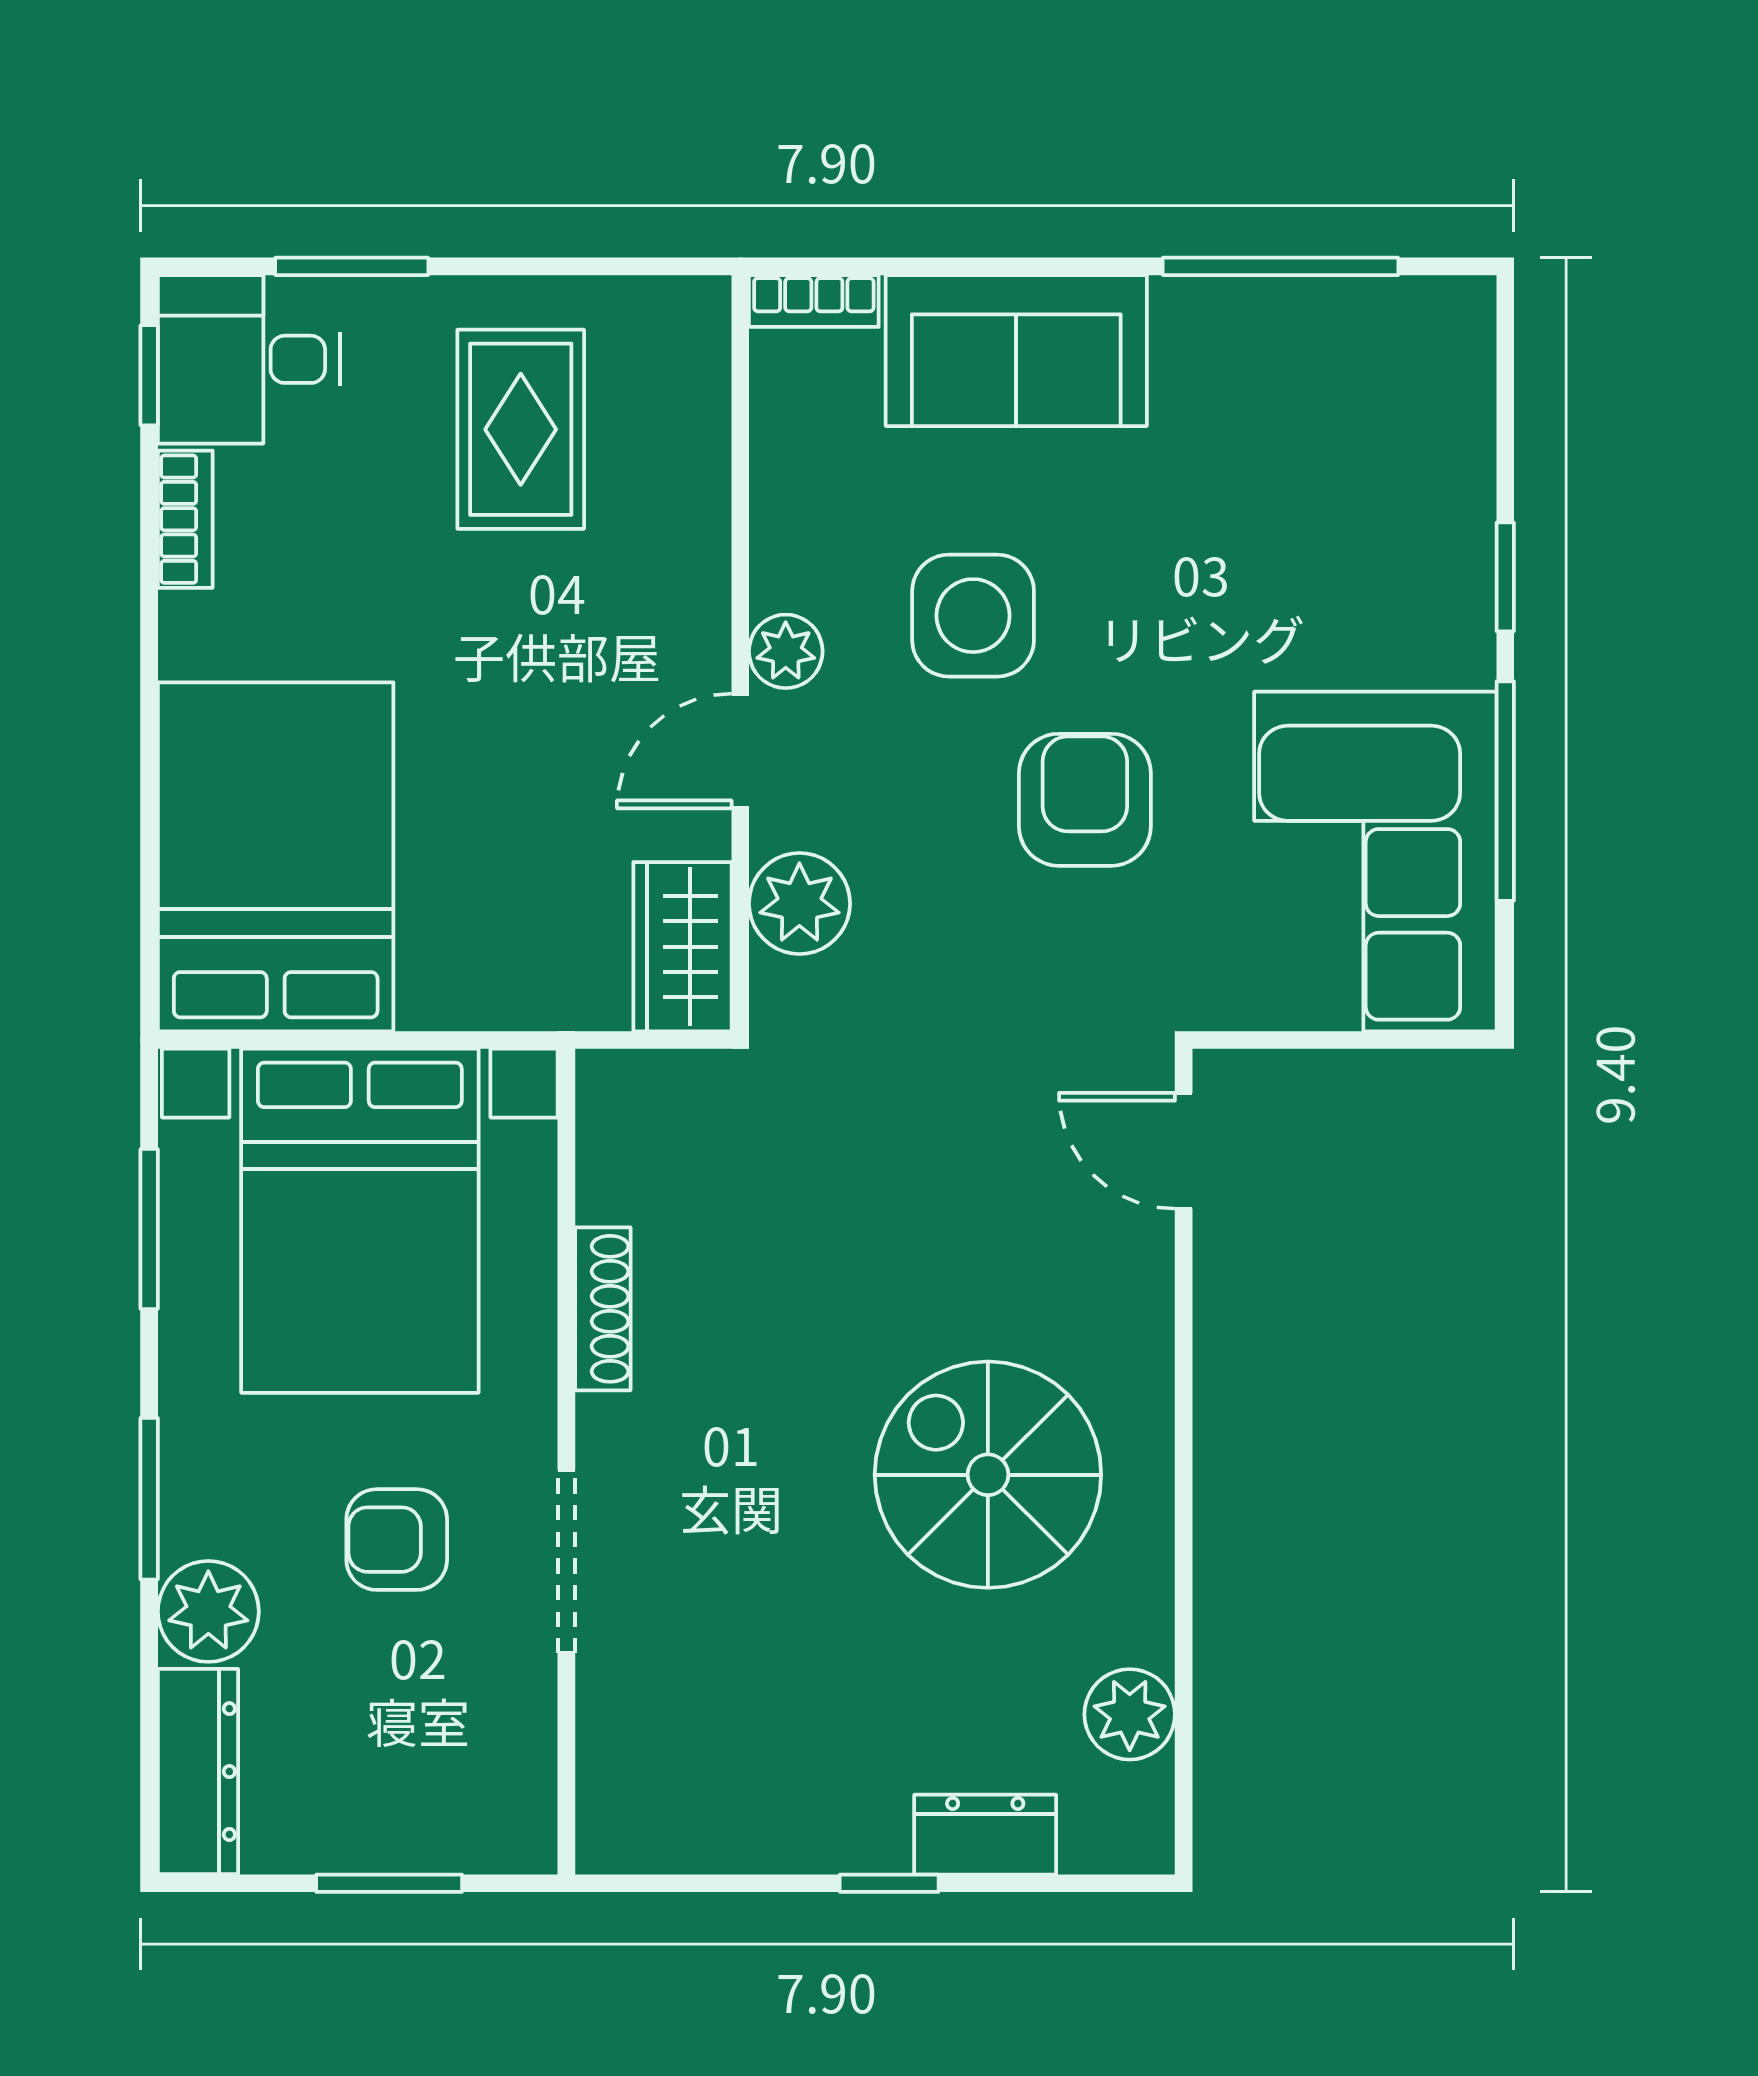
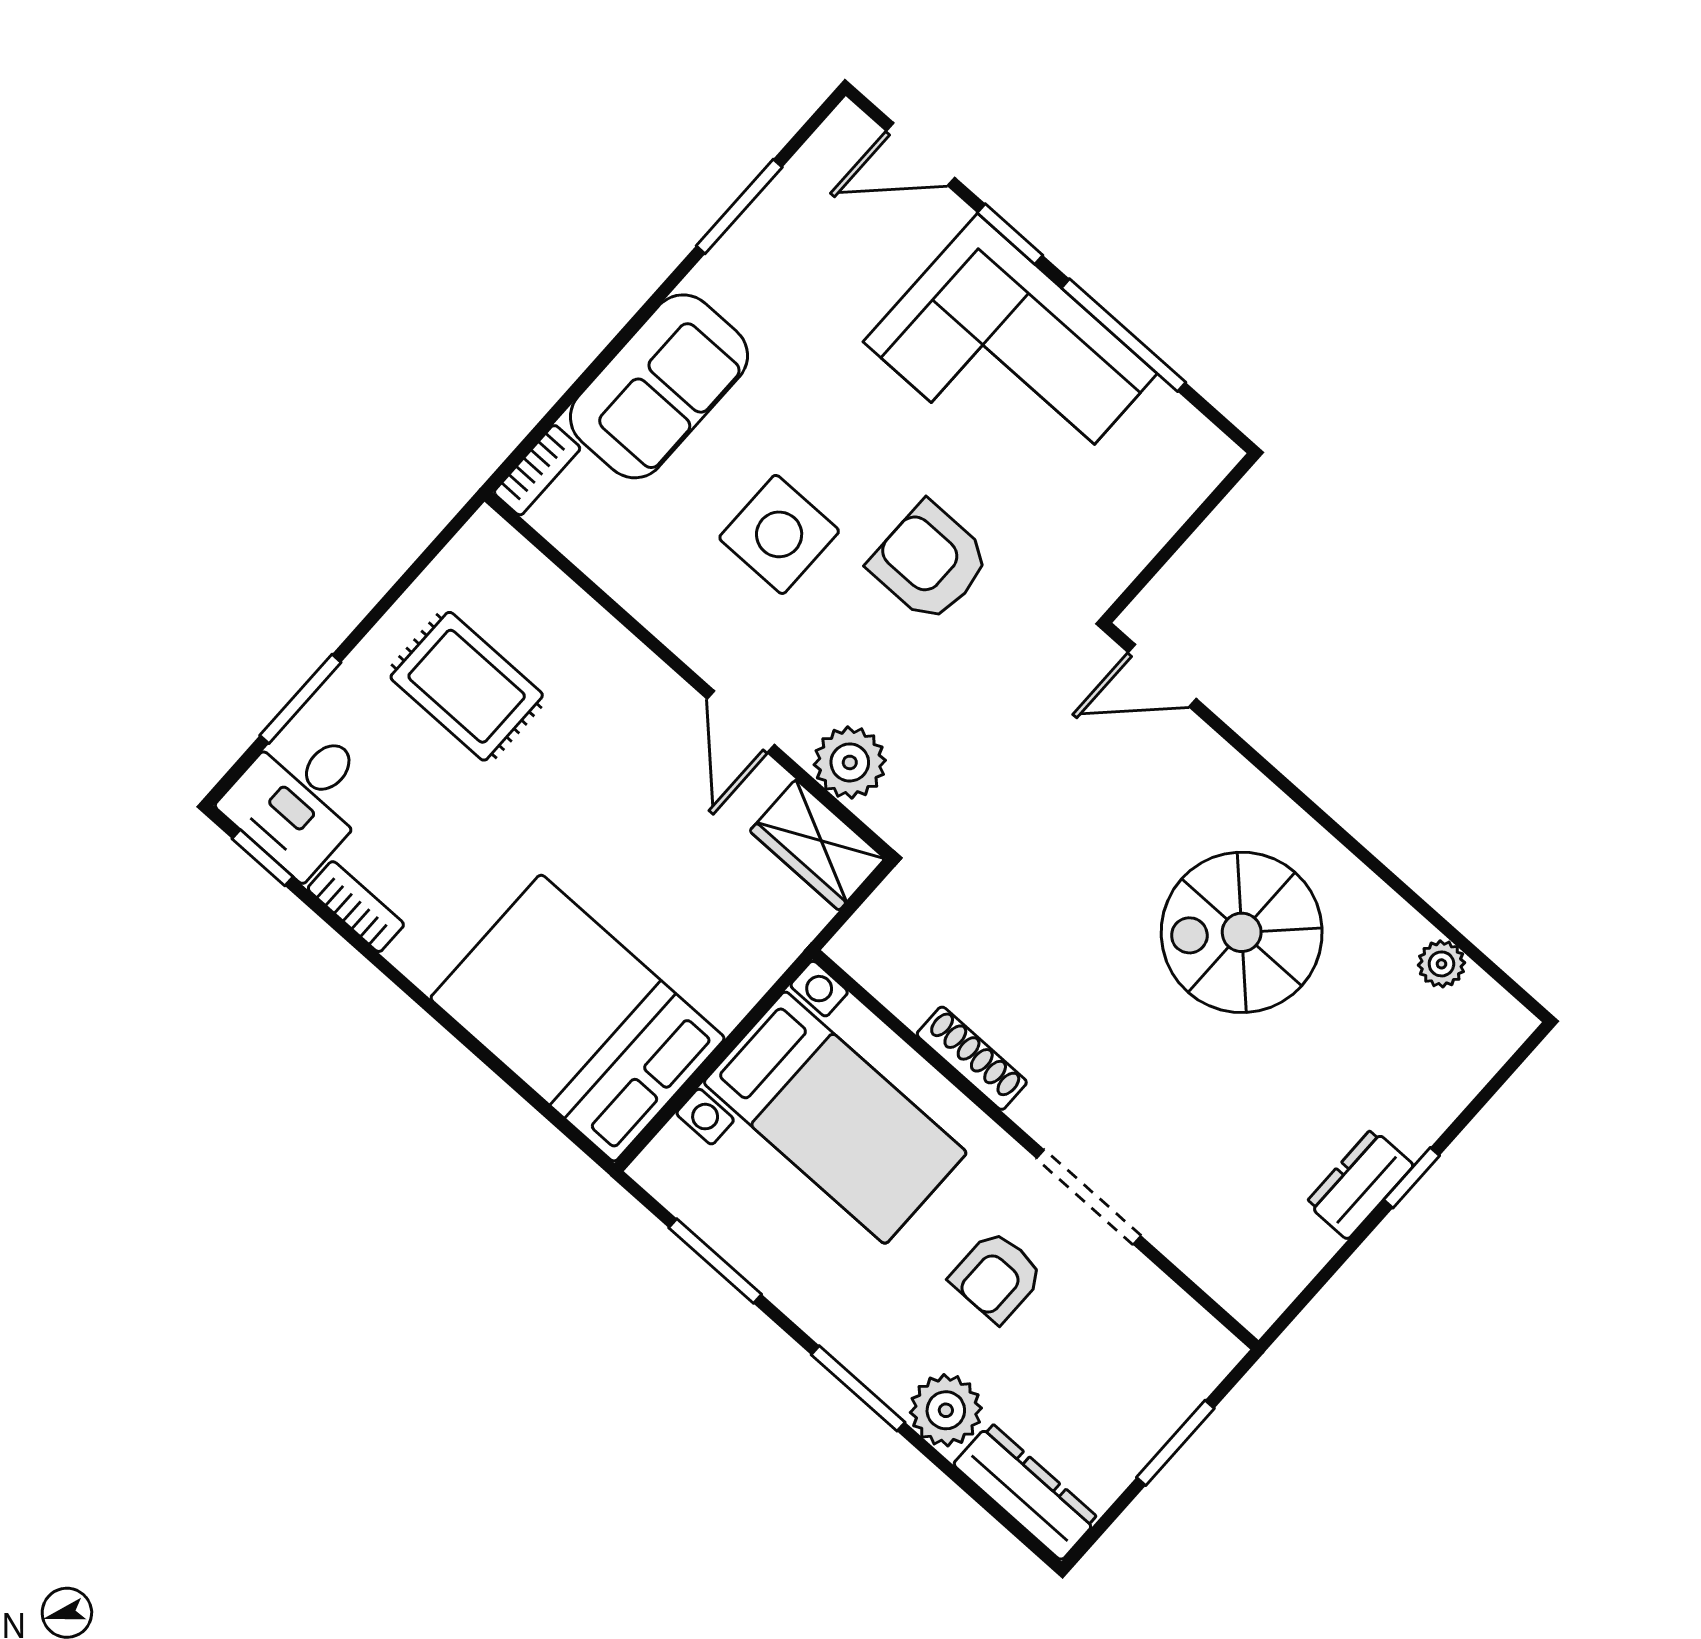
window: (1281, 266) -> (739, 206), width x0.69
door: (1505, 408) -> (921, 154), added
plant: (786, 651) -> (710, 651), removed
corner sofa: (1375, 862) -> (1010, 358), moved
bed with nightstands: (360, 1221) -> (835, 1118), width x0.73
plant: (1130, 1714) -> (1441, 964), width x0.73, depth x0.73
dresser: (985, 1835) -> (1360, 1184), moved

